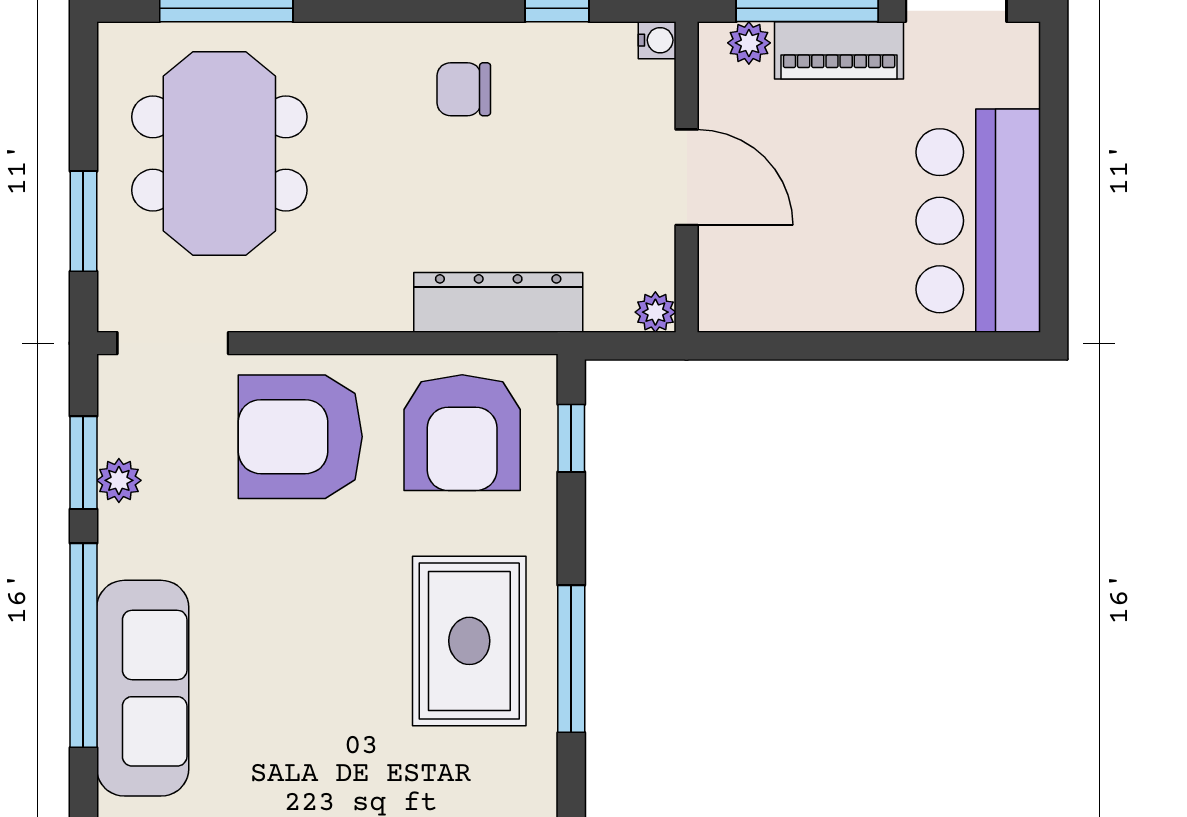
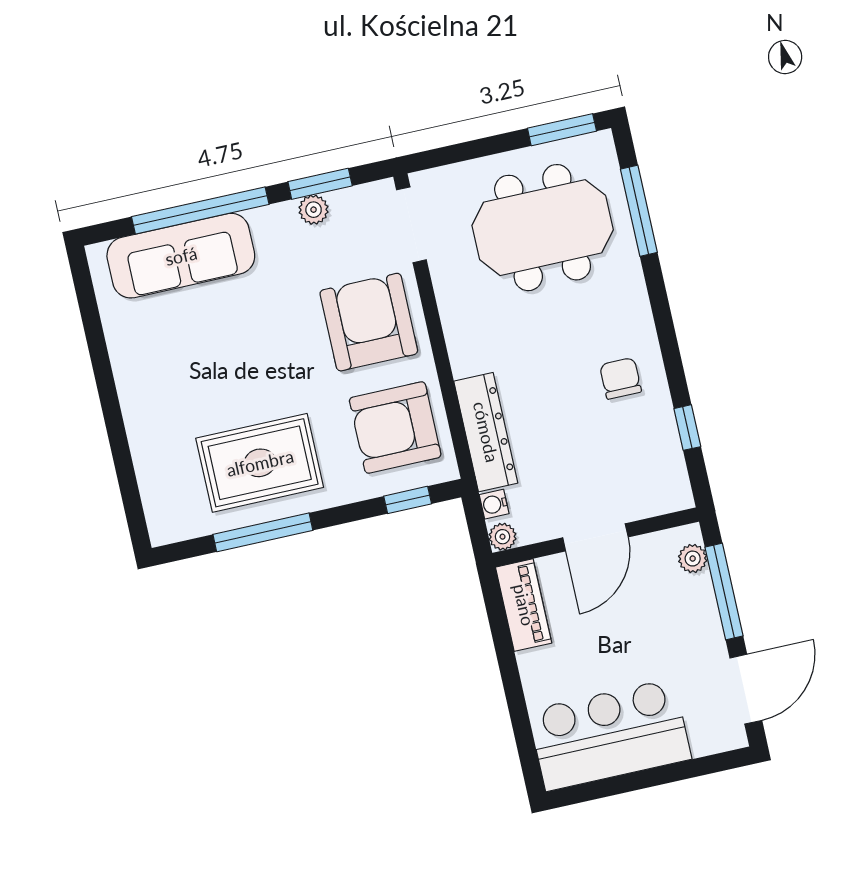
water cooler: (657, 40) -> (494, 504), moved, turned 90
piano: (839, 50) -> (524, 605), moved, turned 180
window: (83, 221) -> (562, 130), moved

